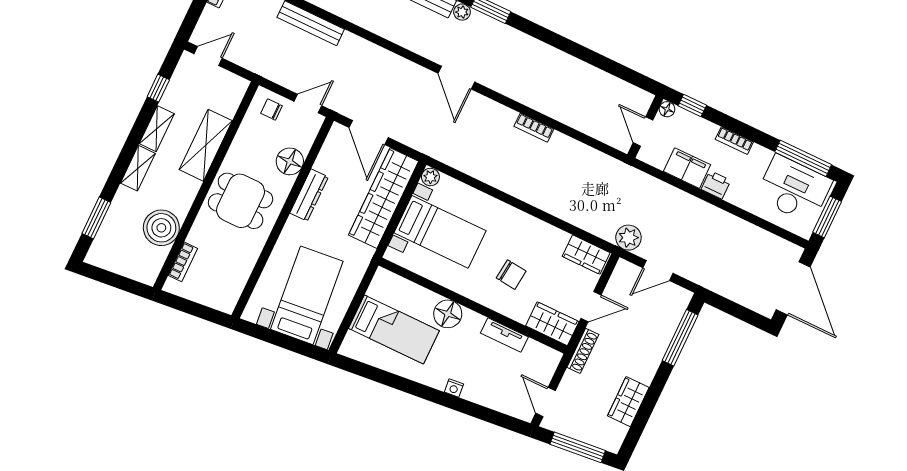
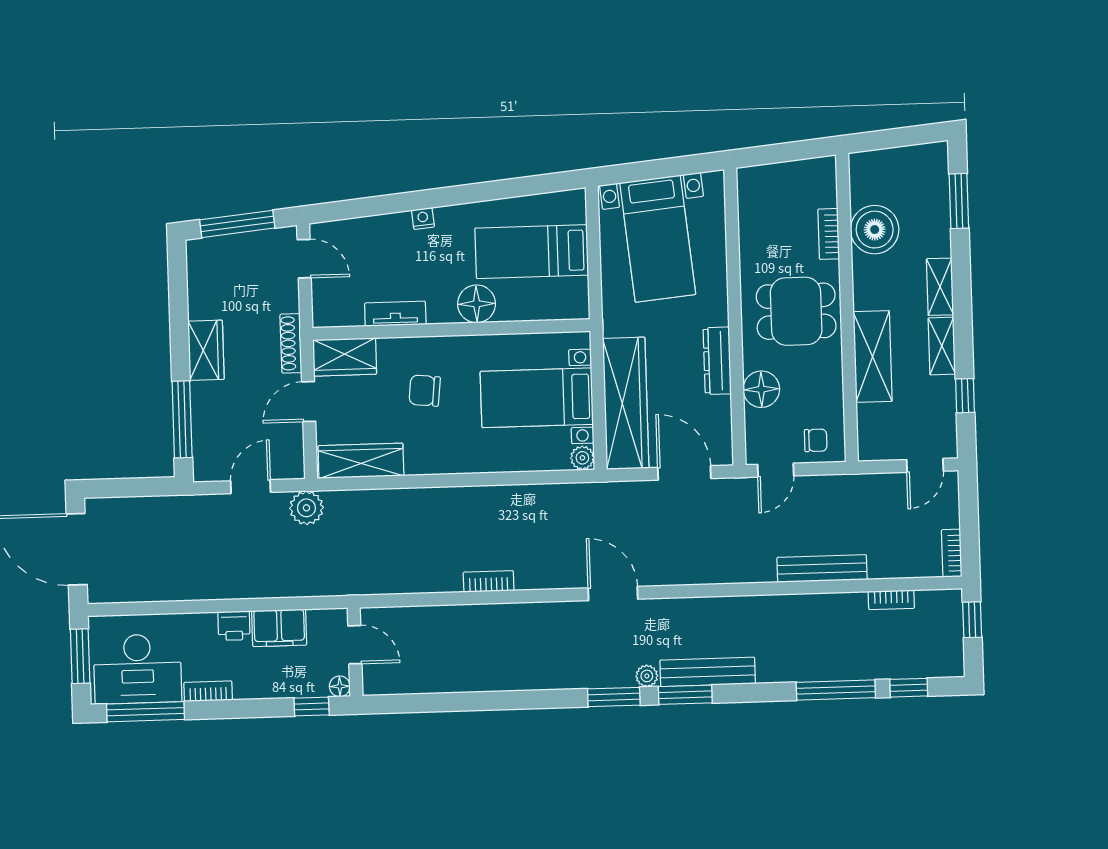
bookcase: (734, 141) -> (208, 691), moved
wardrobe: (586, 255) -> (361, 461), width x1.50
bookcase: (183, 262) -> (829, 234), moved
wardrobe: (628, 402) -> (206, 350), moved

